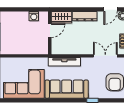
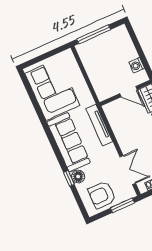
floor lamp: (94, 93) -> (78, 176), added

